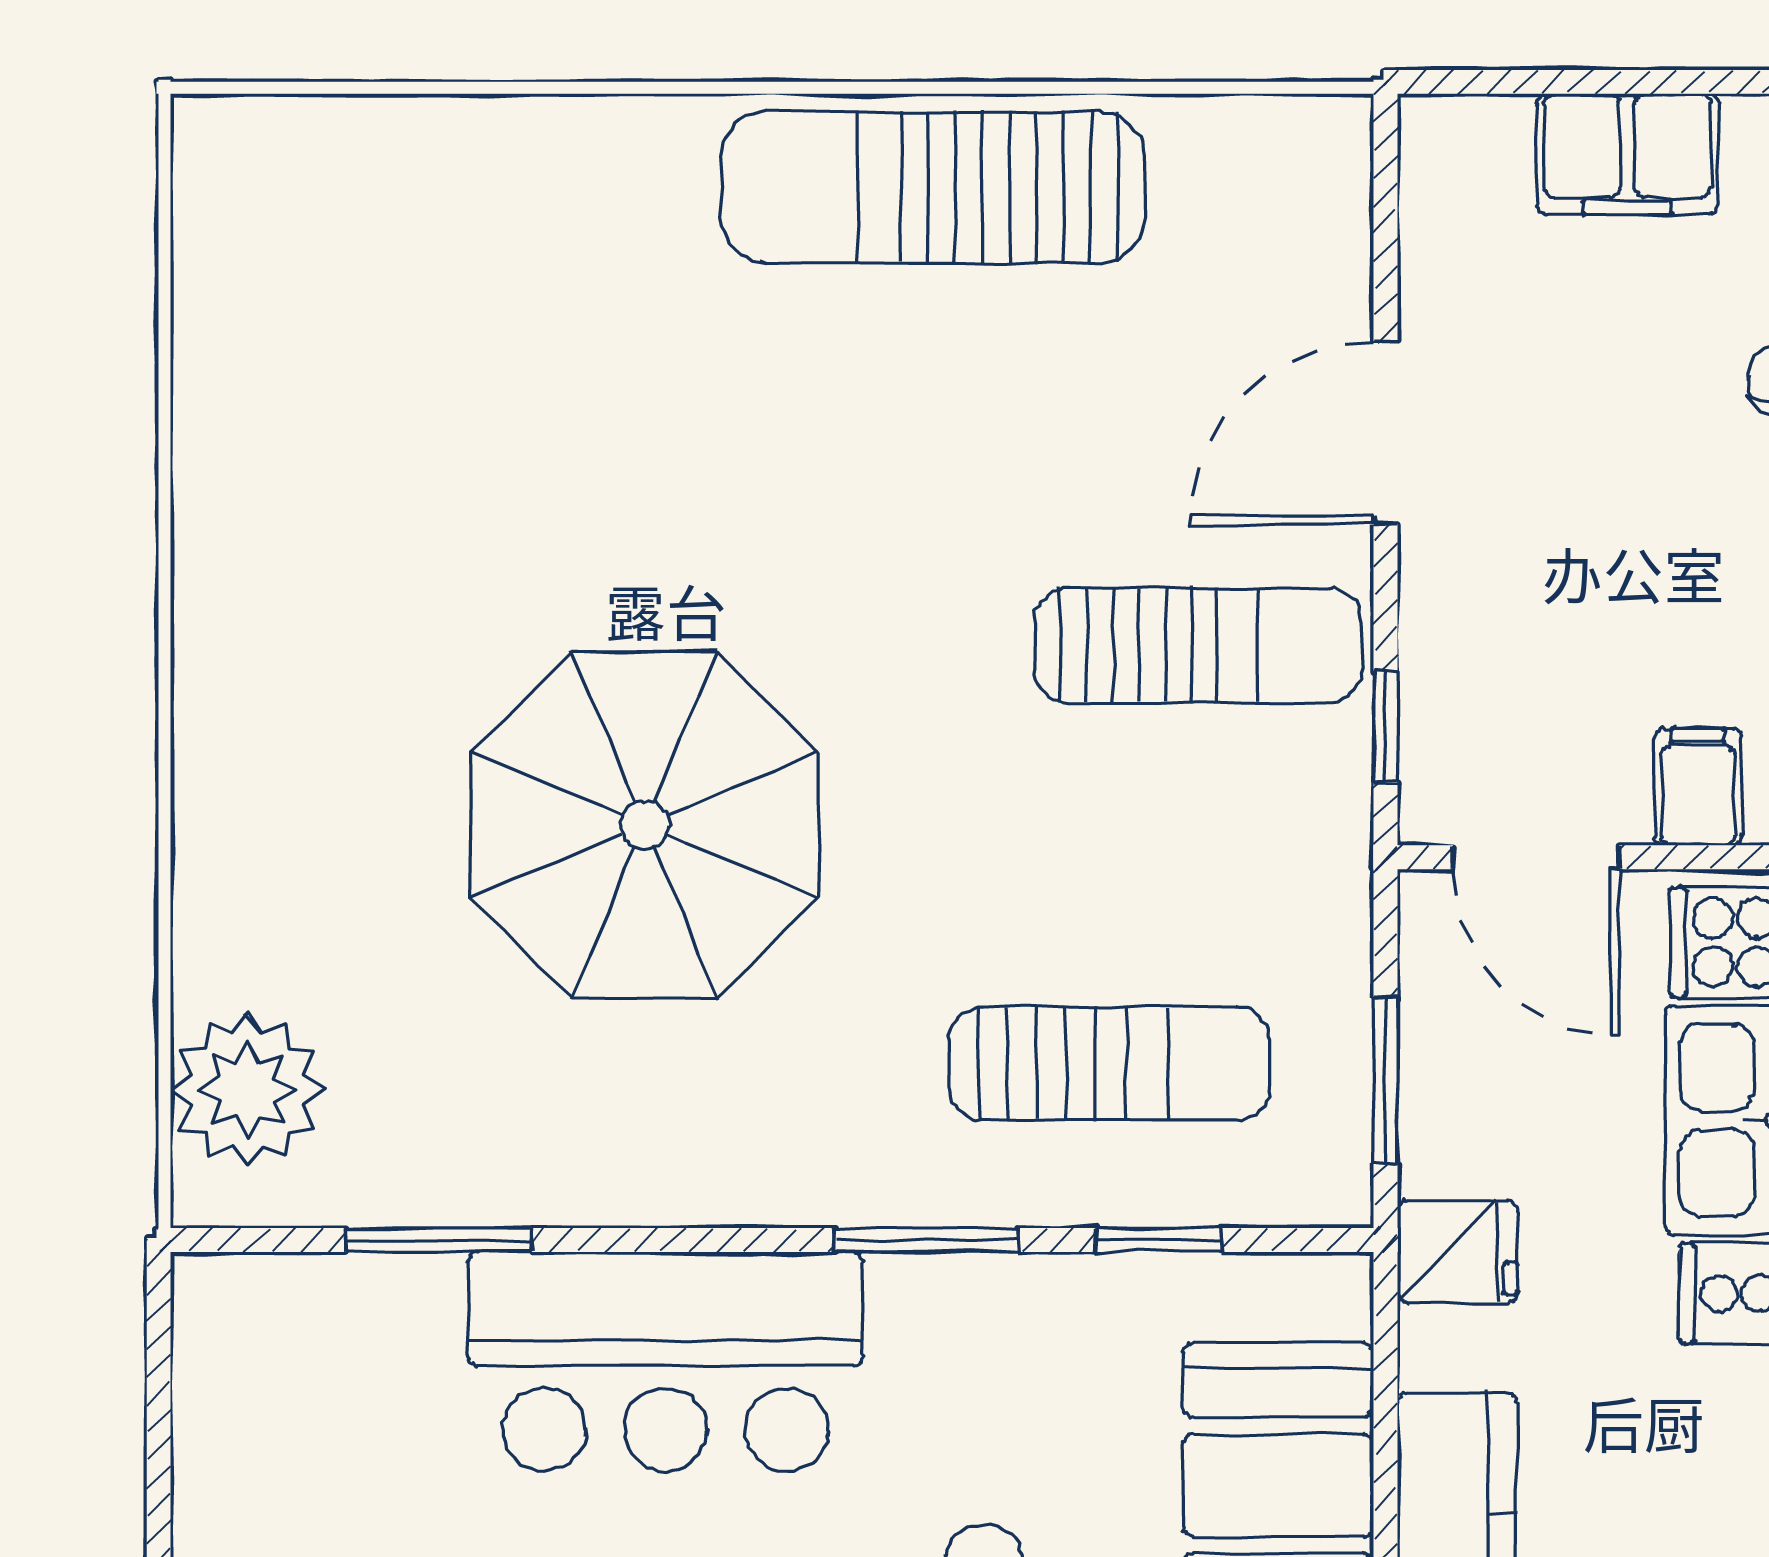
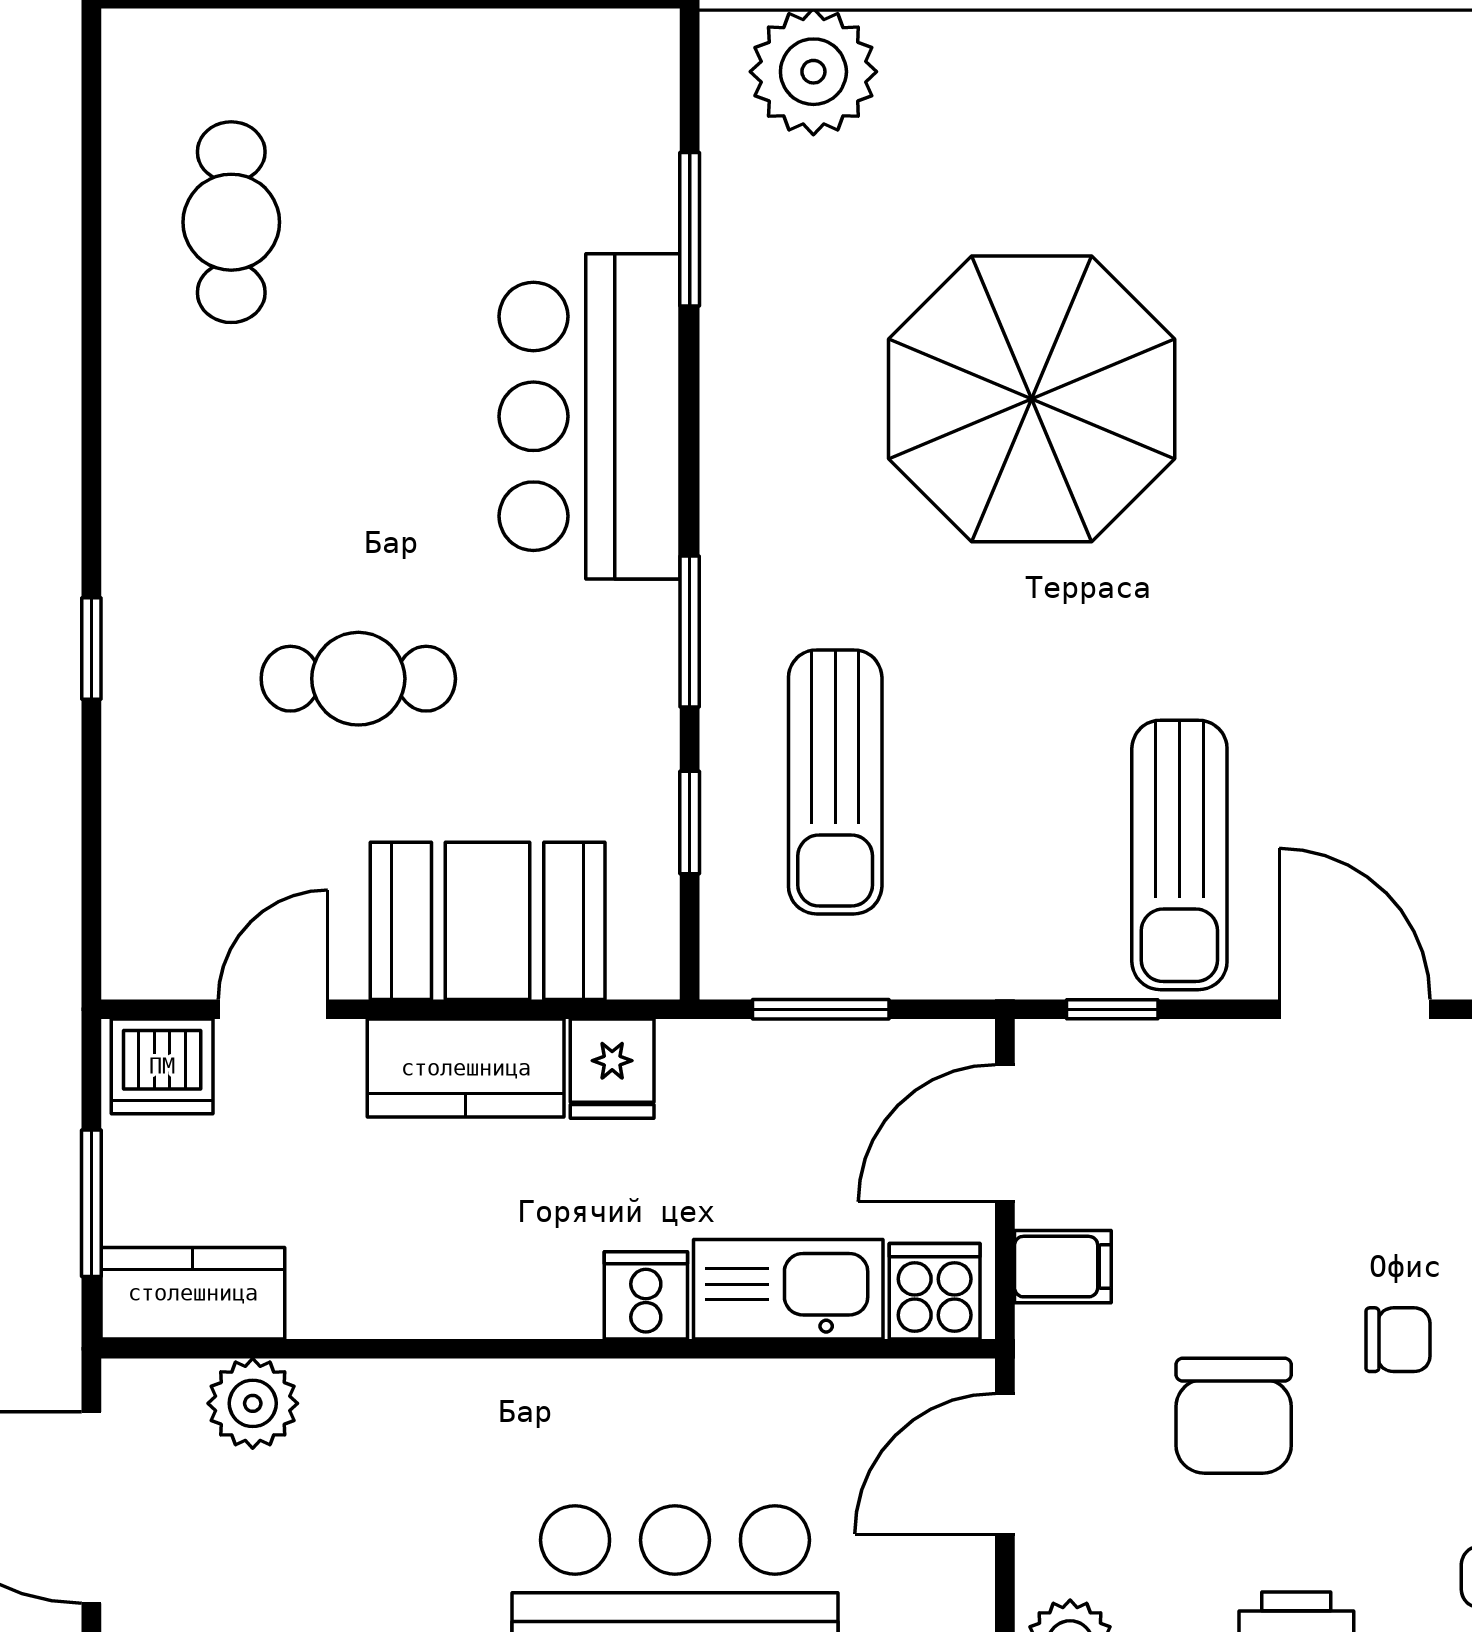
fridge: (1458, 1252) -> (612, 1069), moved

